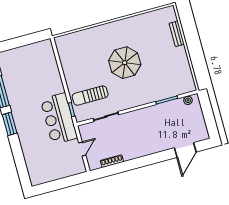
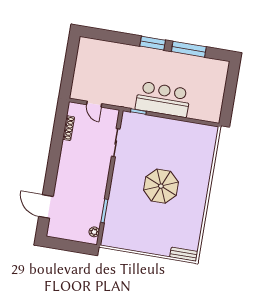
bench: (177, 34) -> (184, 254), moved
sun lounger: (90, 96) -> (144, 137), removed
bar counter: (59, 119) -> (163, 99), moved

